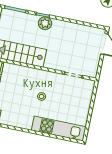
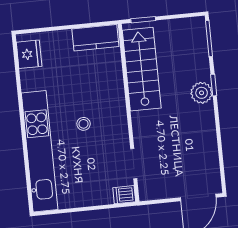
dishwasher: (89, 86) -> (124, 195), added
kitchen unit: (59, 128) -> (40, 151), width x1.36

